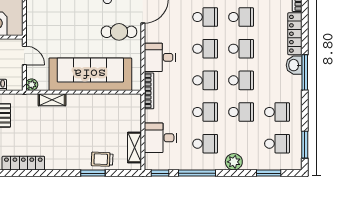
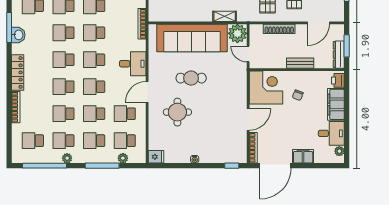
cafe table: (119, 32) -> (191, 78), moved
desk: (160, 57) -> (133, 64), moved
washbasin: (294, 65) -> (18, 35), moved
window: (305, 72) -> (9, 27), moved
plant: (32, 85) -> (237, 33), width x1.88, depth x1.88

